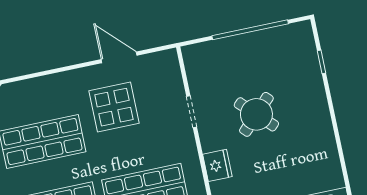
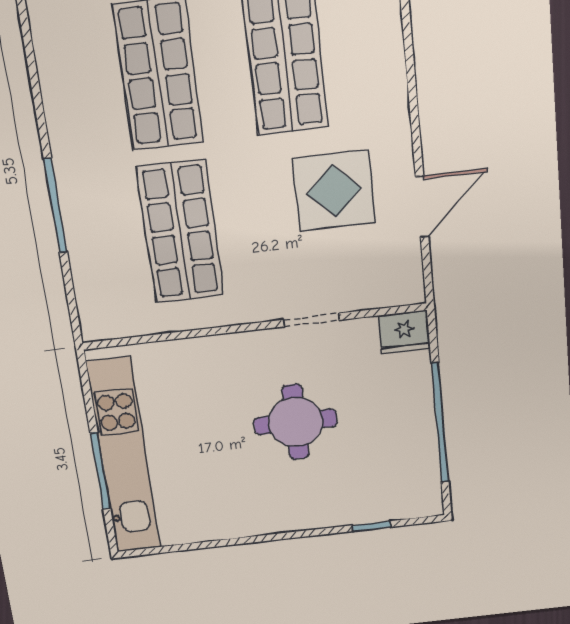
round table: (256, 114) -> (295, 422), turned 45
fridge: (217, 165) -> (404, 332), moved

